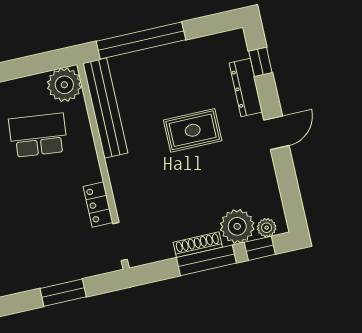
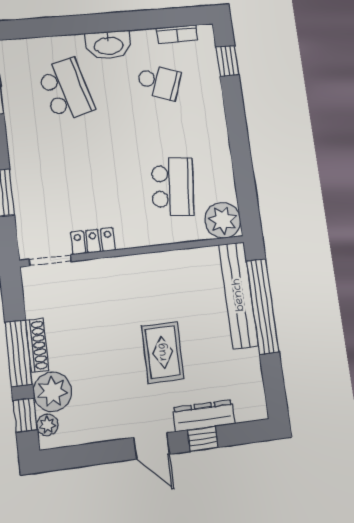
window: (260, 62) -> (203, 439), moved
bench: (105, 108) -> (239, 295), moved, turned 90

